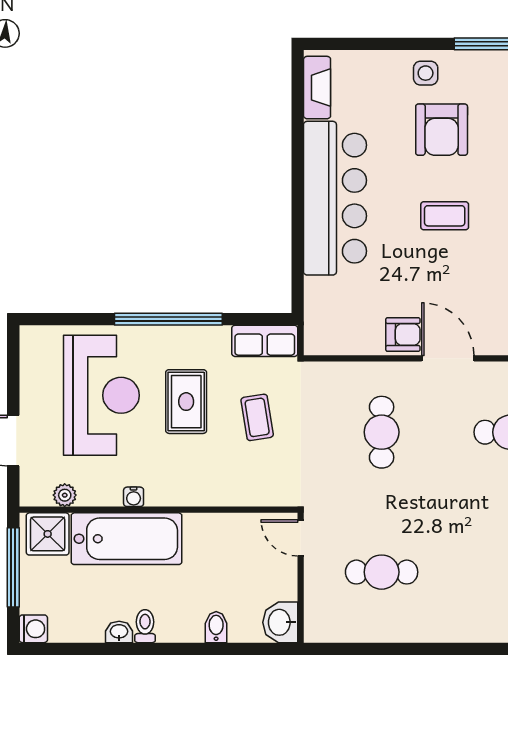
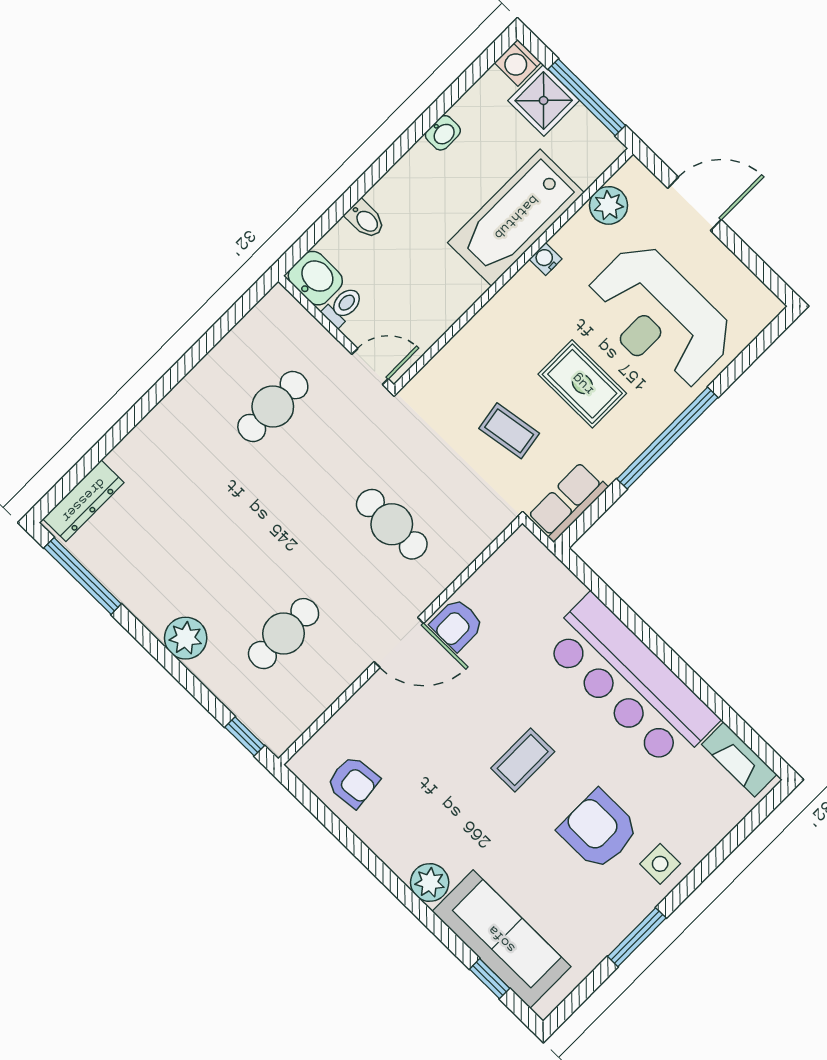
plant: (65, 495) -> (609, 205), width x1.38, depth x1.38
shower: (48, 534) -> (544, 100), moved
toilet: (145, 626) -> (343, 307), moved, turned -90

